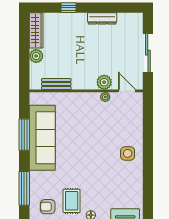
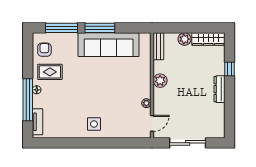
dresser: (102, 18) -> (219, 89), moved
plant: (104, 82) -> (160, 81), moved
bench: (56, 84) -> (158, 46), moved
window: (24, 135) -> (100, 28), moved

